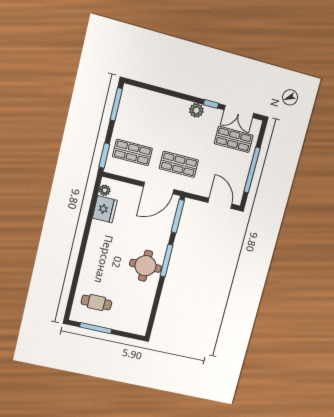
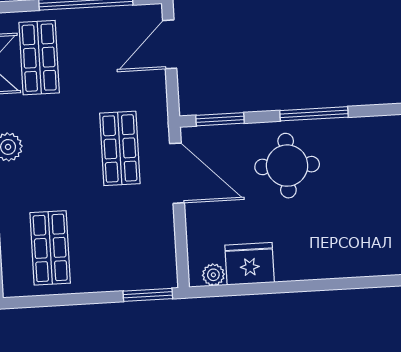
window: (116, 104) -> (46, 301), removed
shop shelf: (132, 152) -> (50, 248), moved
window: (178, 216) -> (220, 119), width x0.69
round table: (145, 266) -> (287, 166), moved

